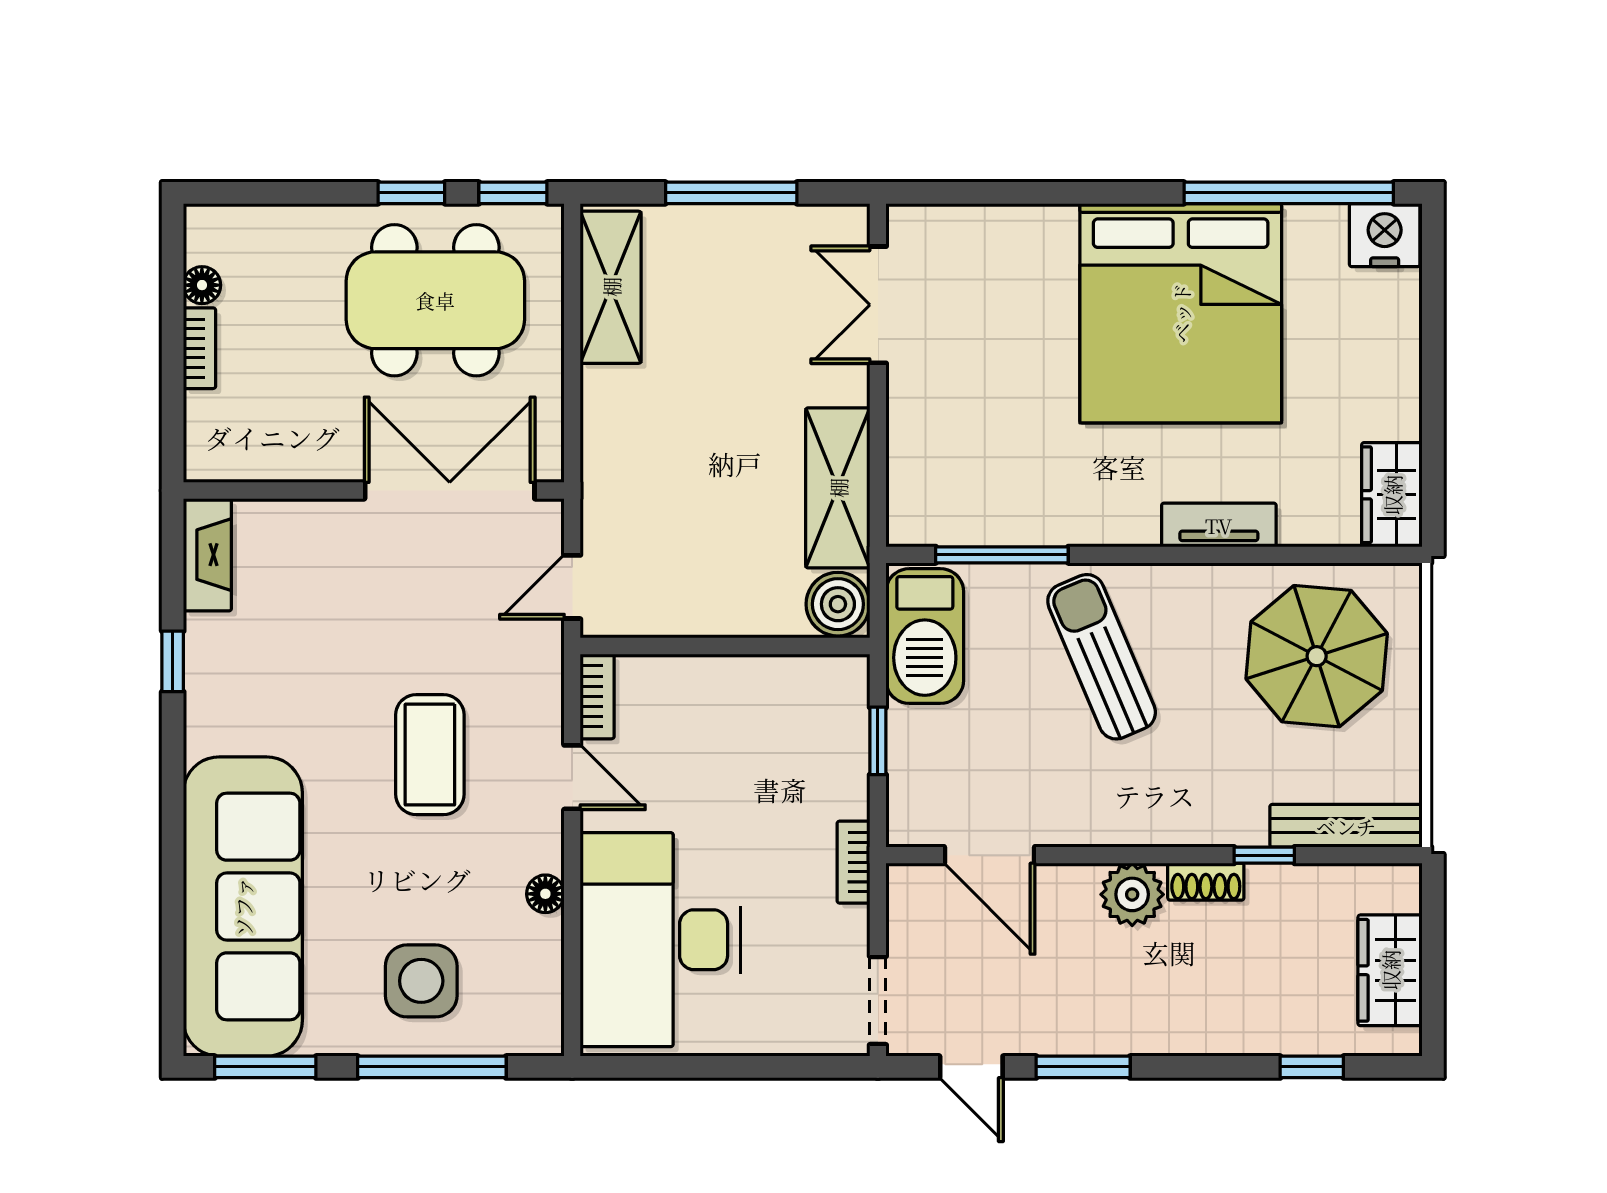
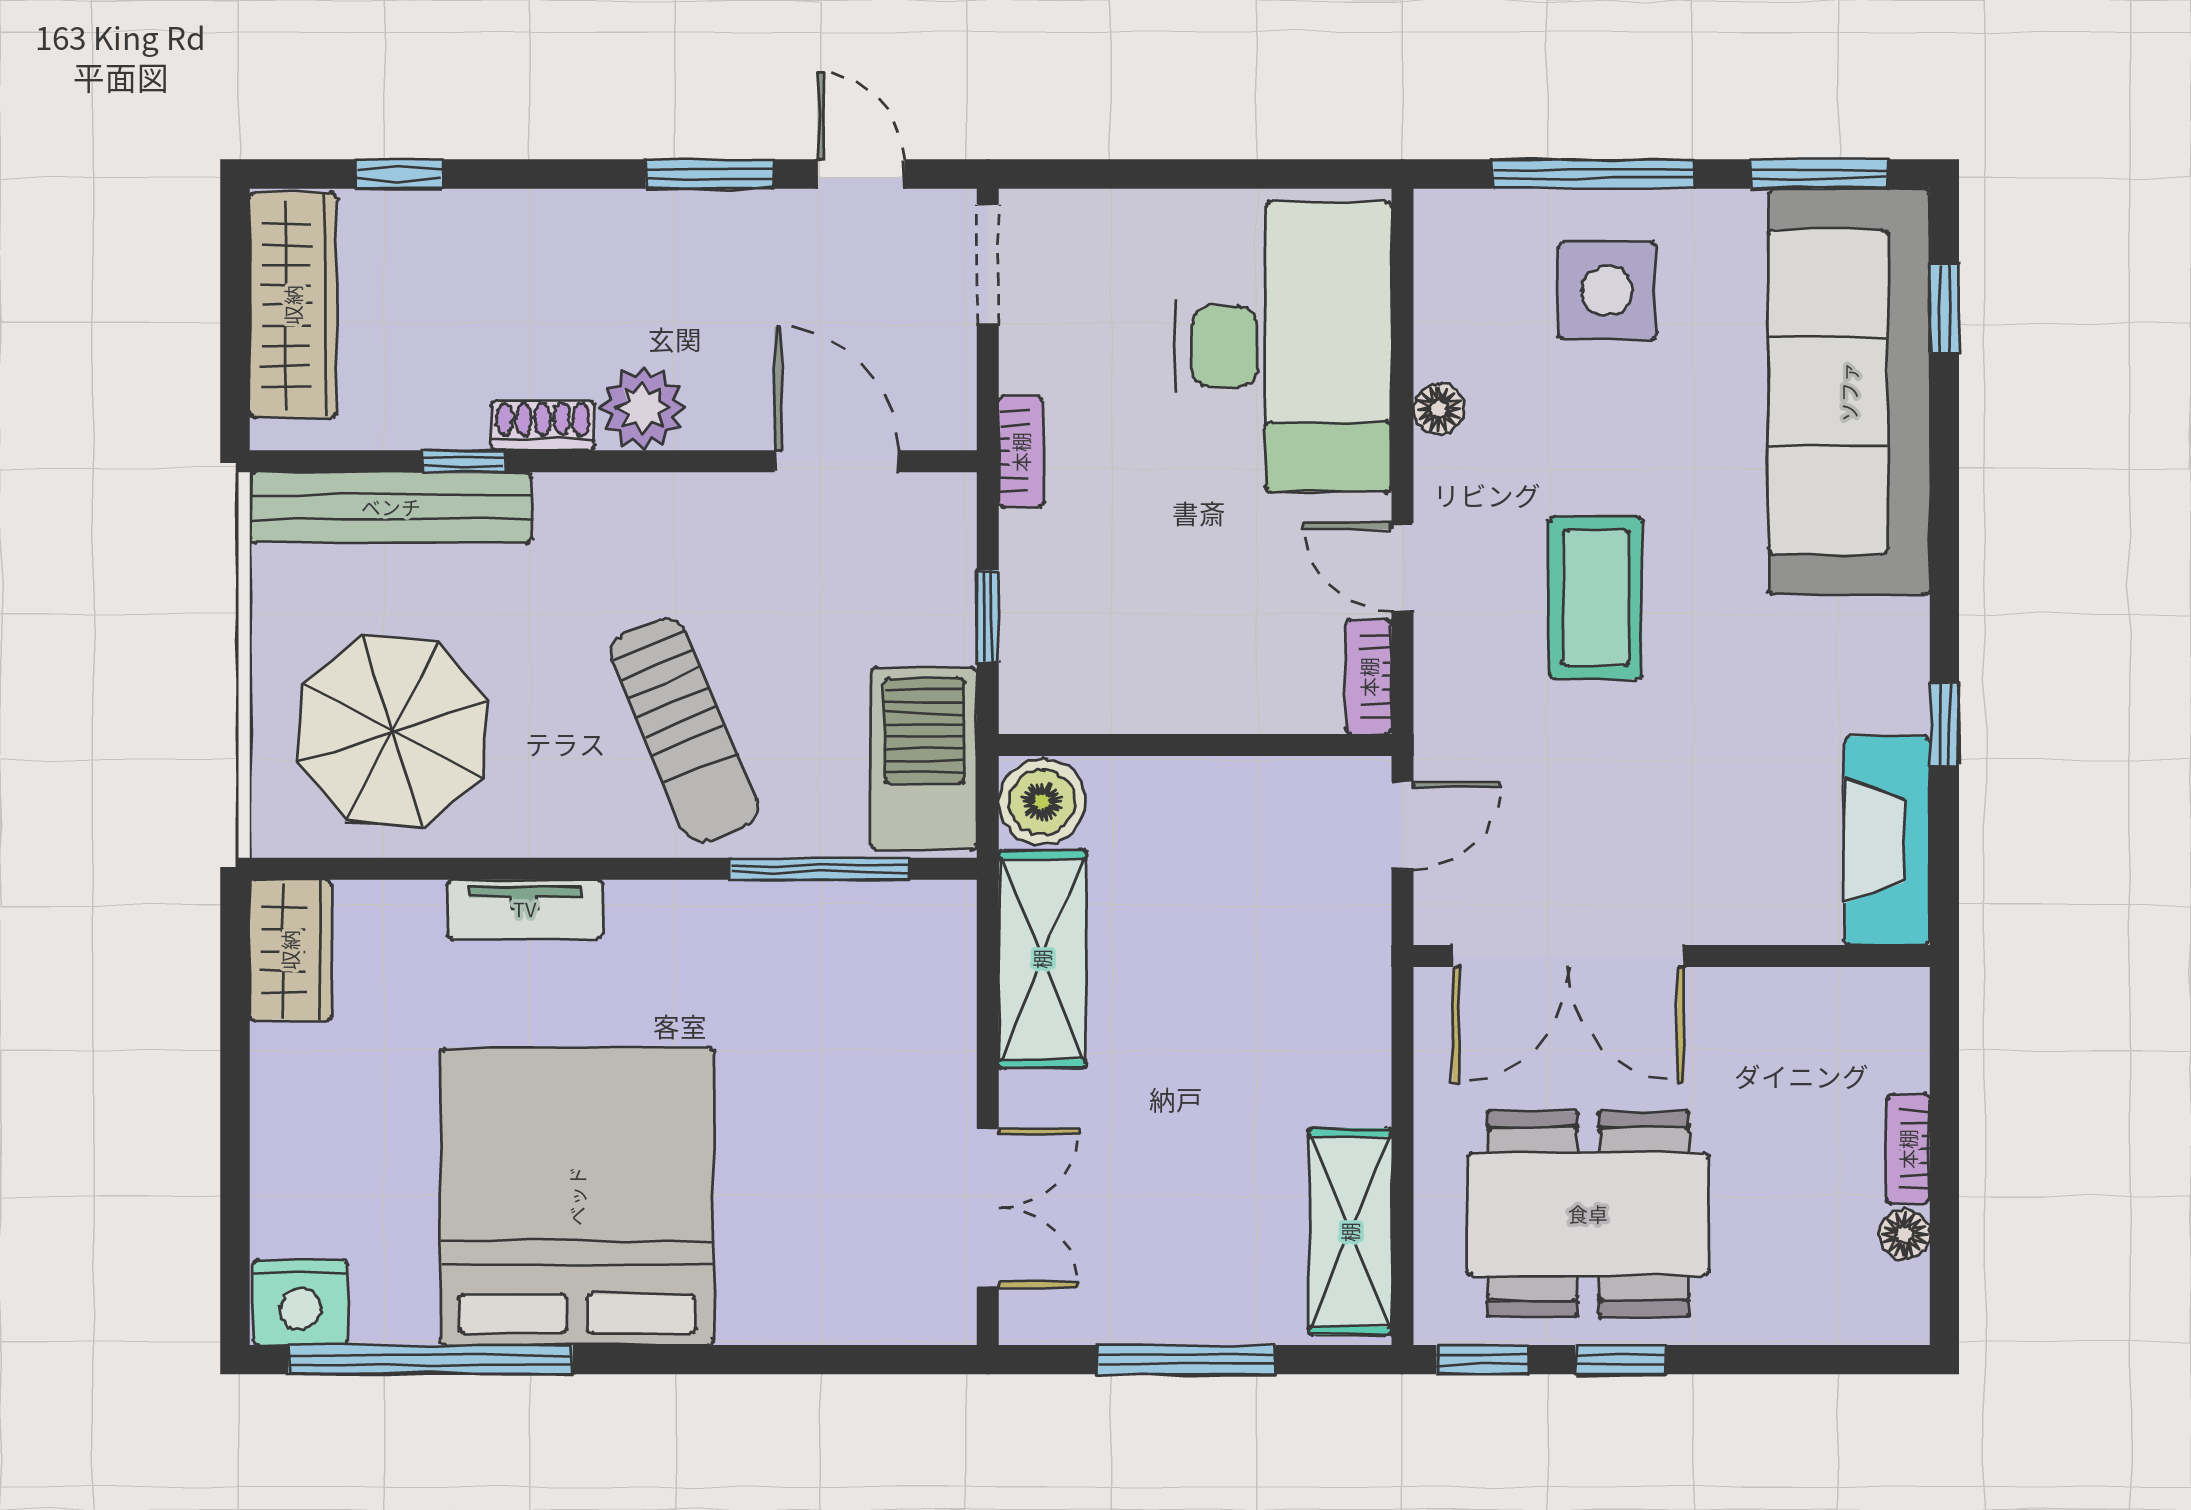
fireplace: (207, 555) -> (1887, 841), width x1.37, depth x1.32
bench: (1346, 826) -> (391, 507), width x1.37, depth x1.21
window: (173, 968) -> (1944, 308), added
wardrobe: (1390, 970) -> (293, 305), width x1.50

